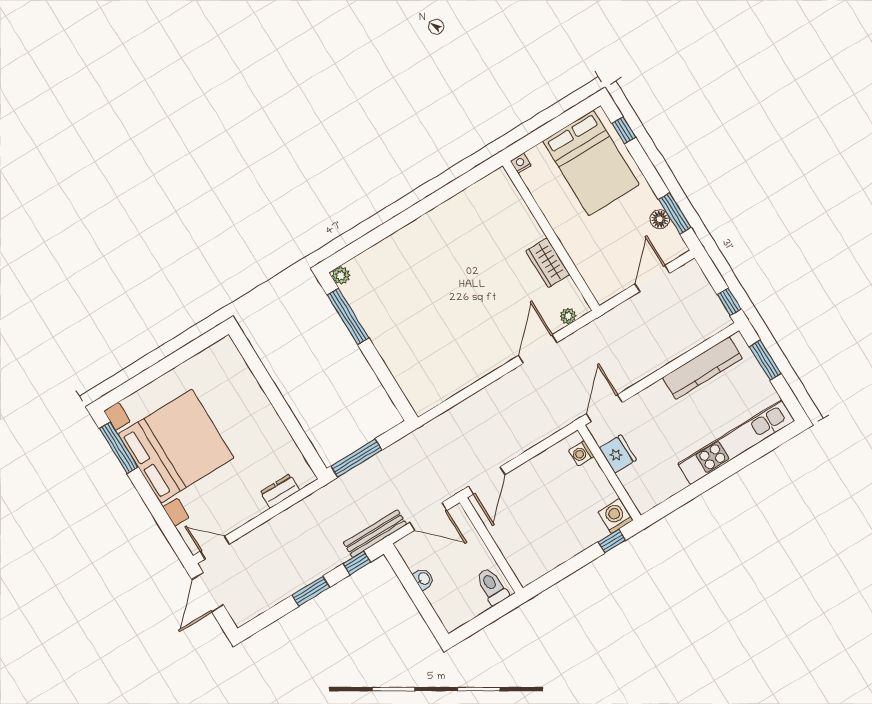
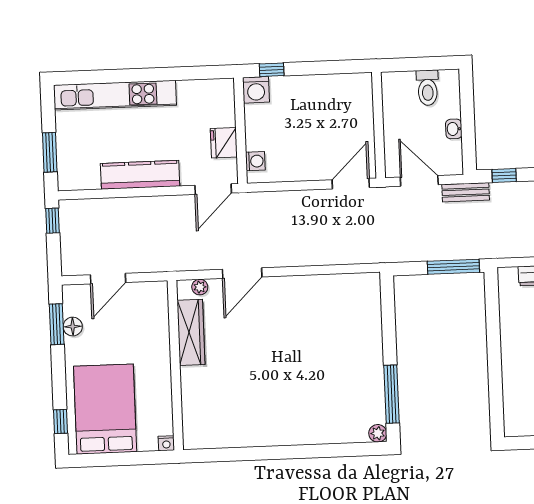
wardrobe: (548, 263) -> (191, 332), width x1.50
kitchen counter: (702, 368) -> (140, 175), moved
bench: (375, 534) -> (466, 192), width x0.73
toilet: (492, 586) -> (428, 88), moved

